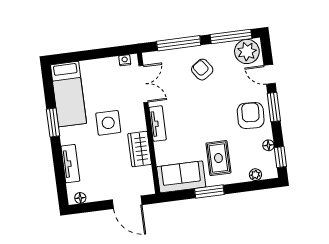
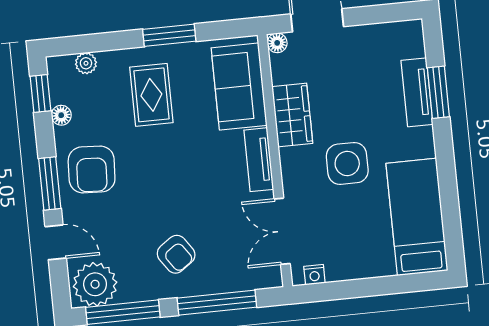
window: (53, 122) -> (438, 92), moved
sofa: (181, 177) -> (239, 87), moved, turned 90
floor lamp: (80, 198) -> (277, 43), moved

